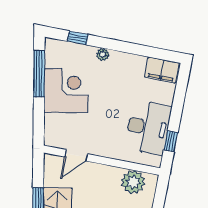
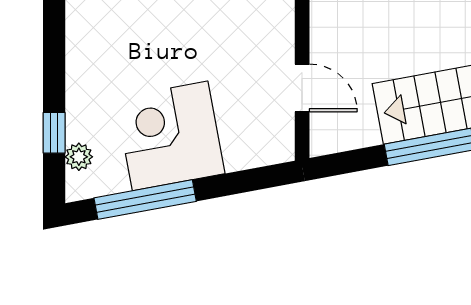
plant: (103, 54) -> (79, 157), moved

